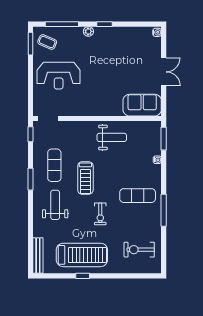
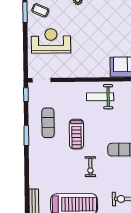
reception desk: (59, 76) -> (51, 41), turned 180
weight bench: (112, 137) -> (100, 97), turned 180
weight bench: (55, 205) -> (49, 159), removed

